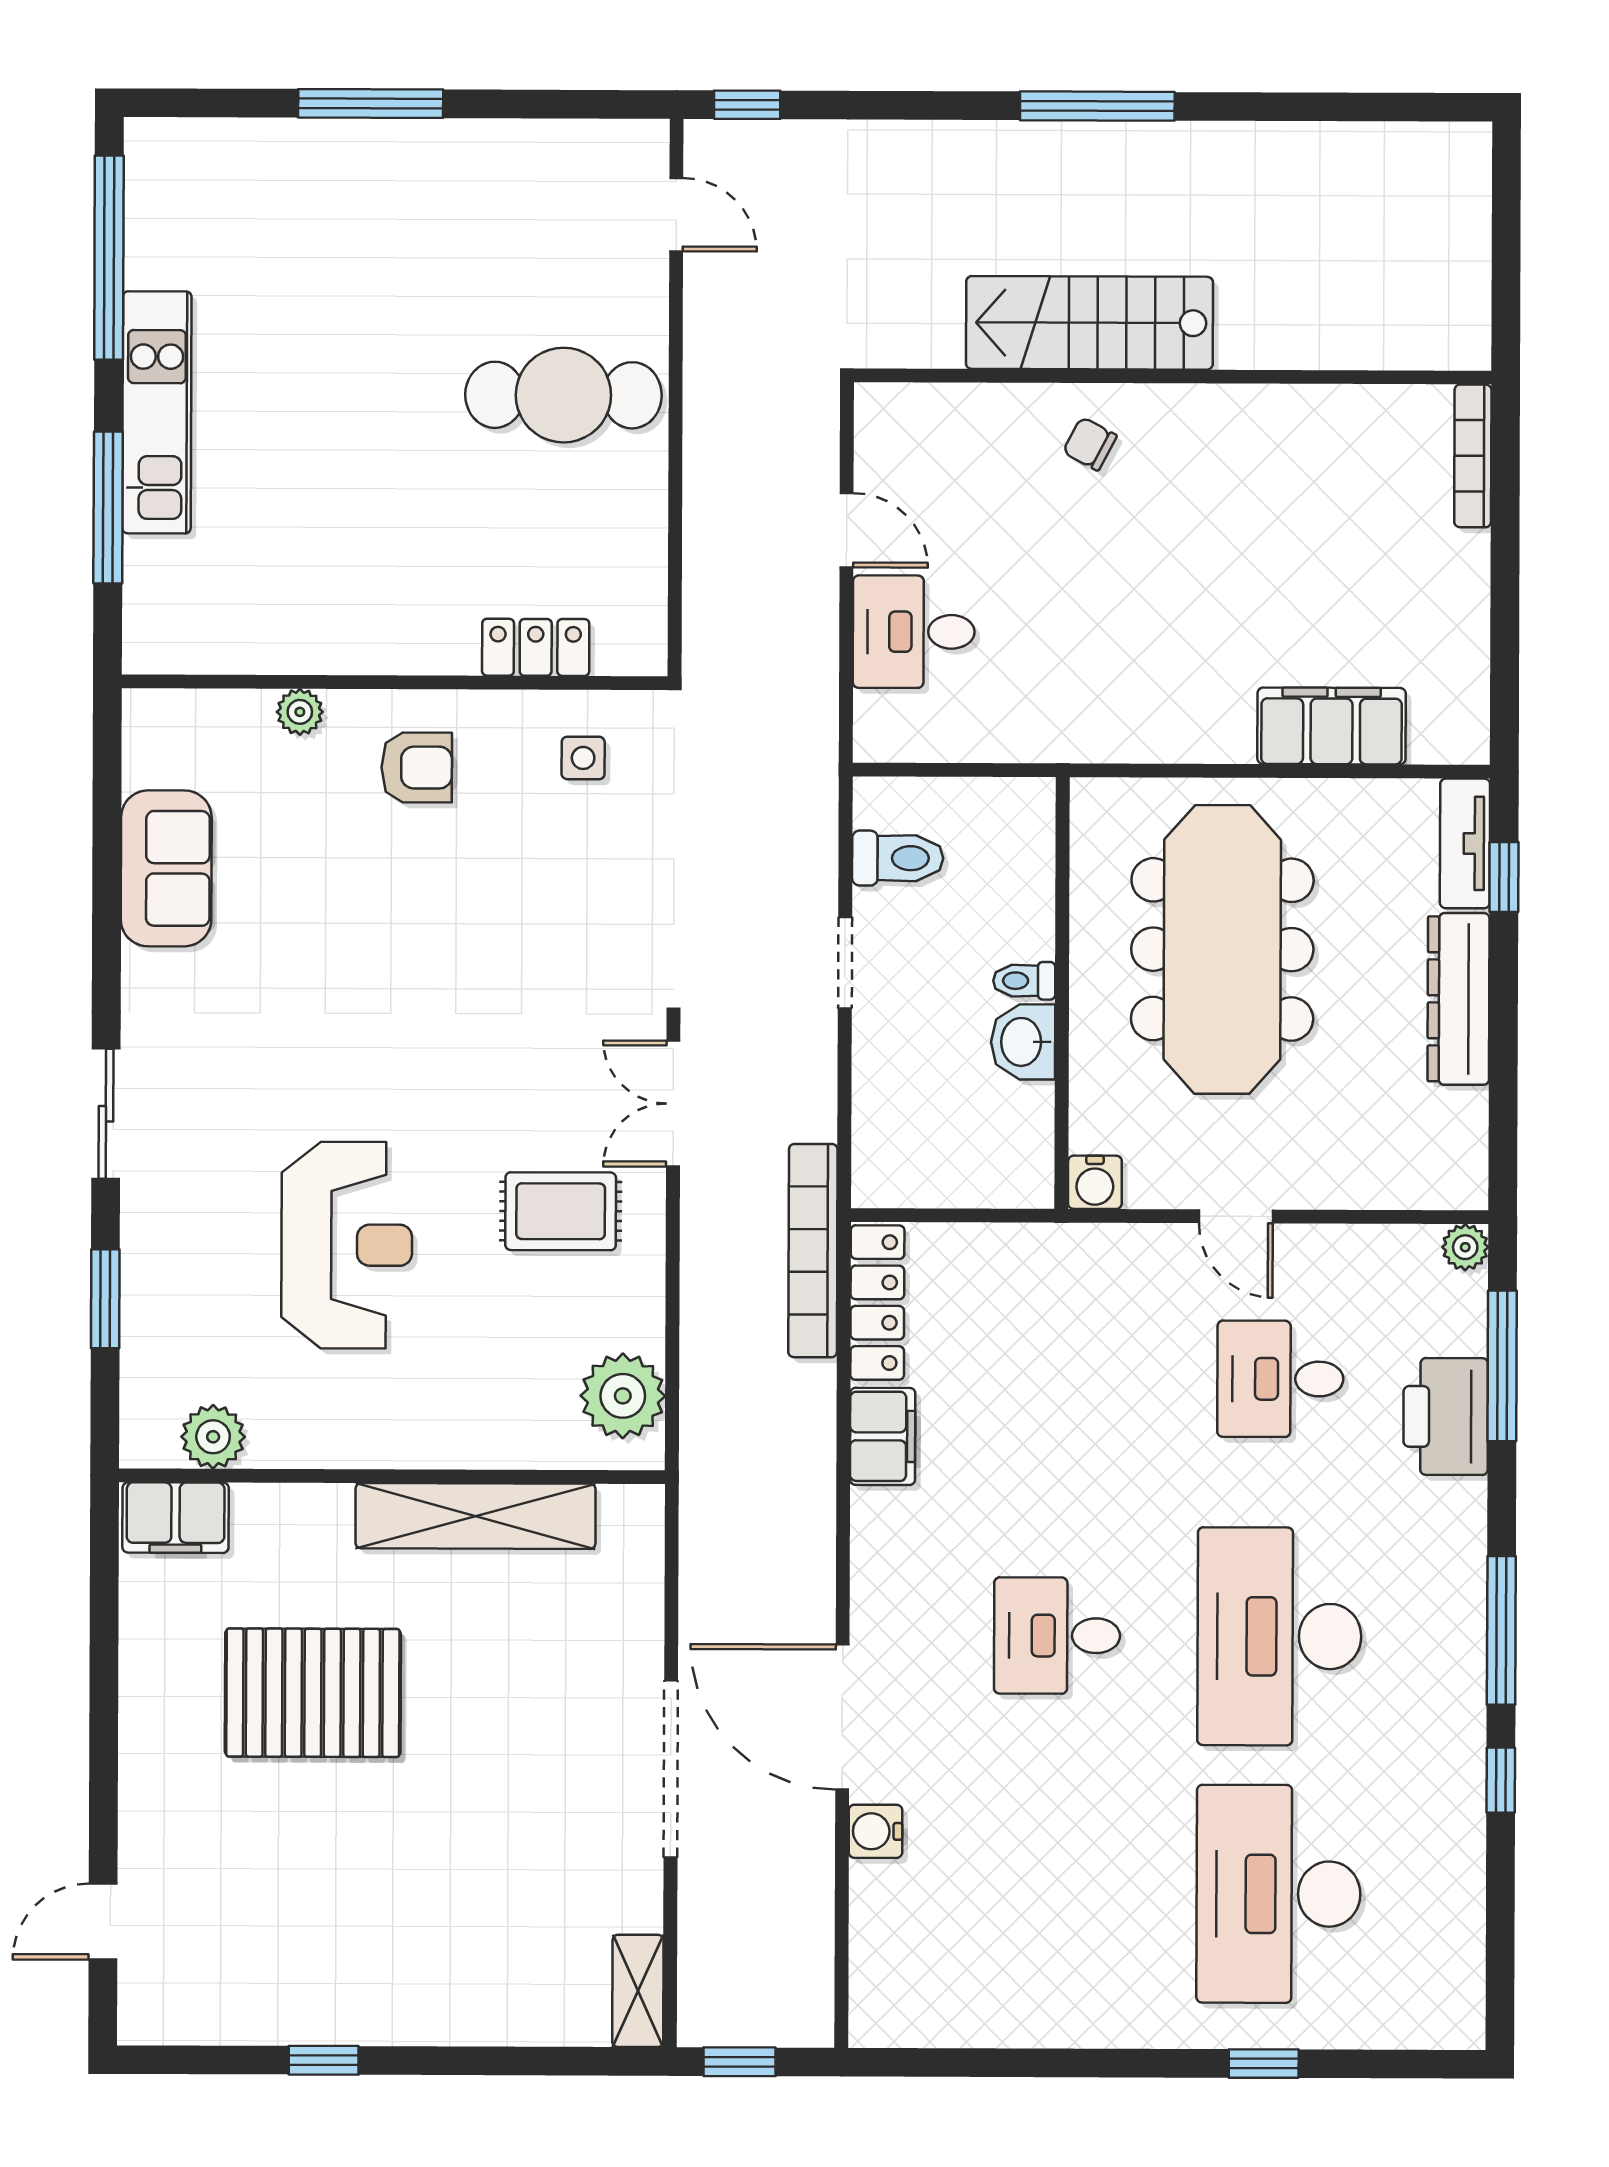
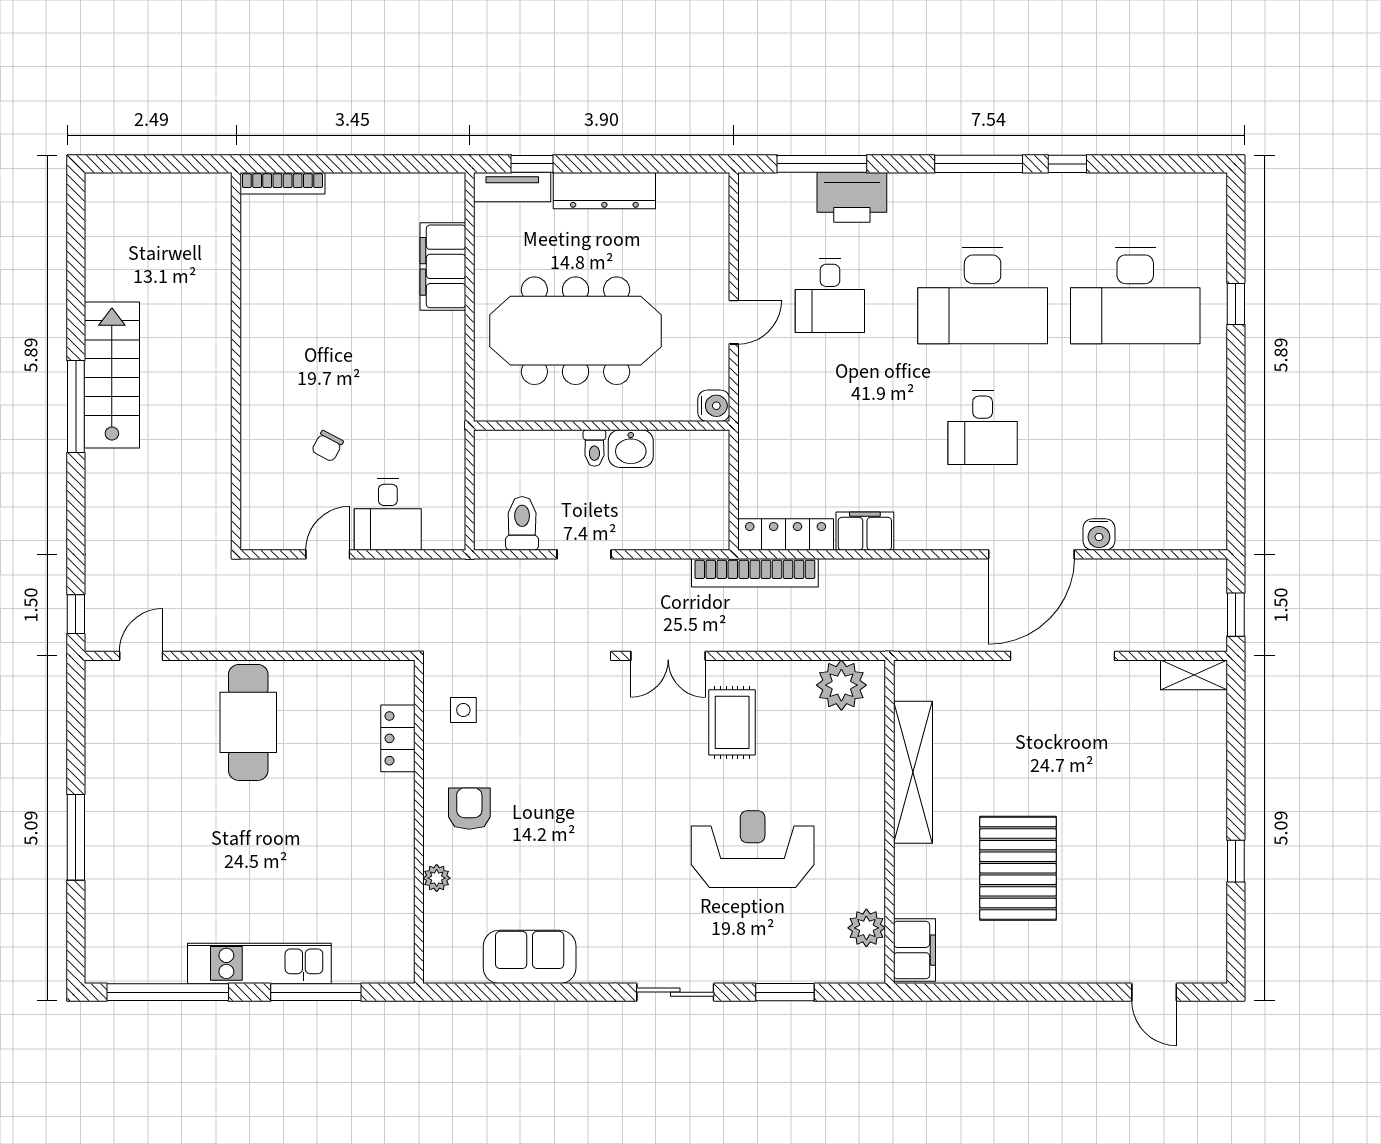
stairs: (1089, 323) -> (112, 375), moved, turned 180
chair: (1090, 444) -> (327, 446), moved
plant: (1465, 1247) -> (752, 186), removed

